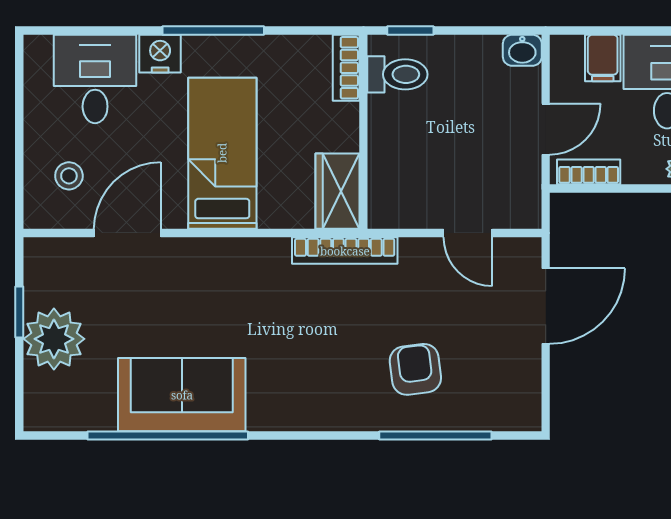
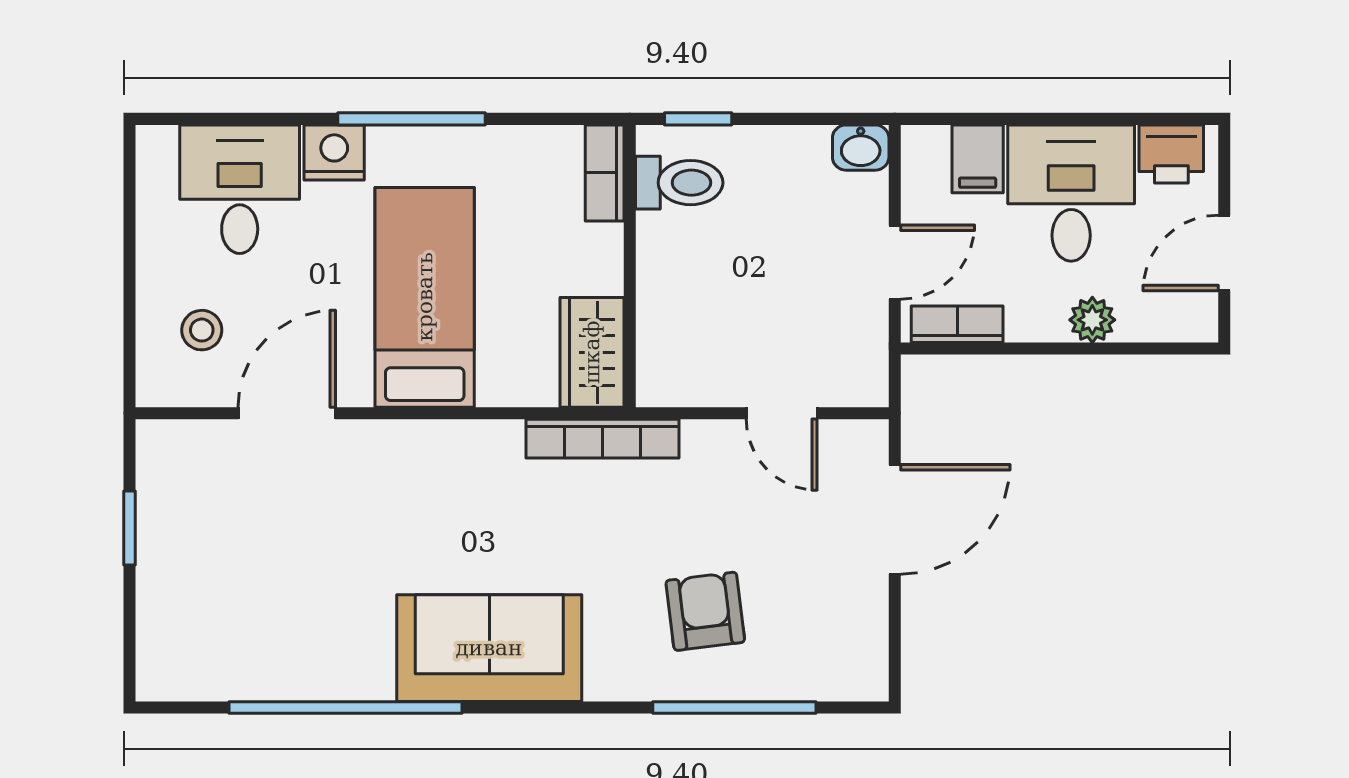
plant: (54, 339) -> (180, 567), removed
sofa: (182, 395) -> (489, 648), moved

